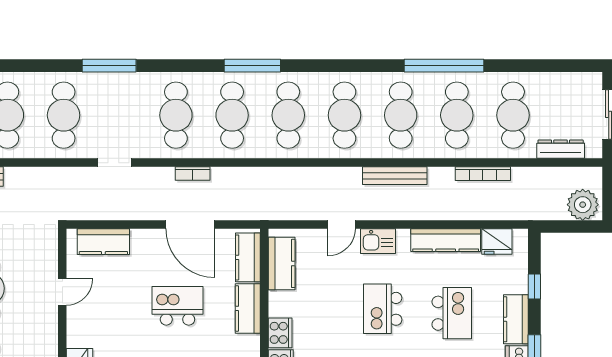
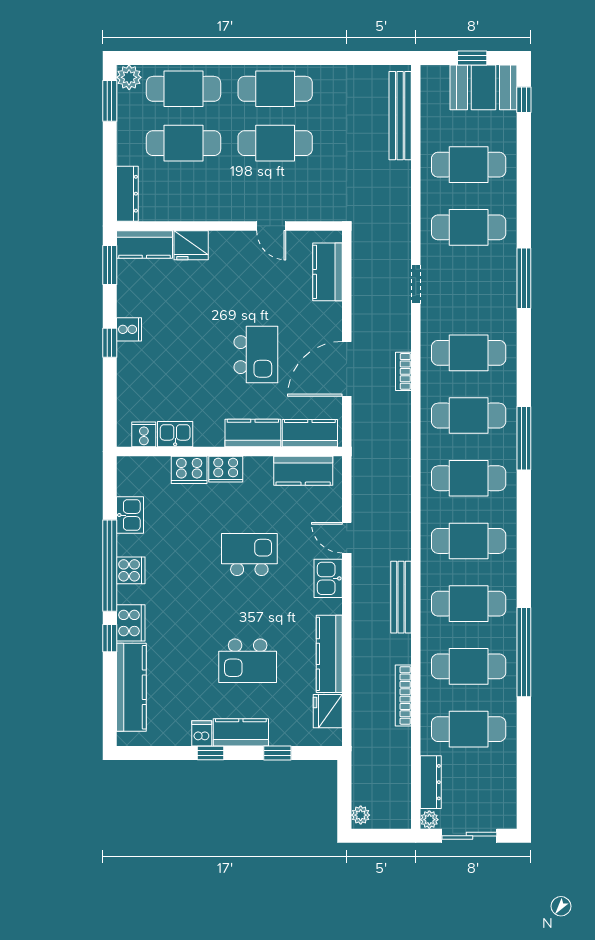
plant: (594, 150) -> (429, 820), added
plant: (583, 205) -> (361, 815), width x0.53, depth x0.53
kitchen island: (383, 309) -> (249, 554), moved

